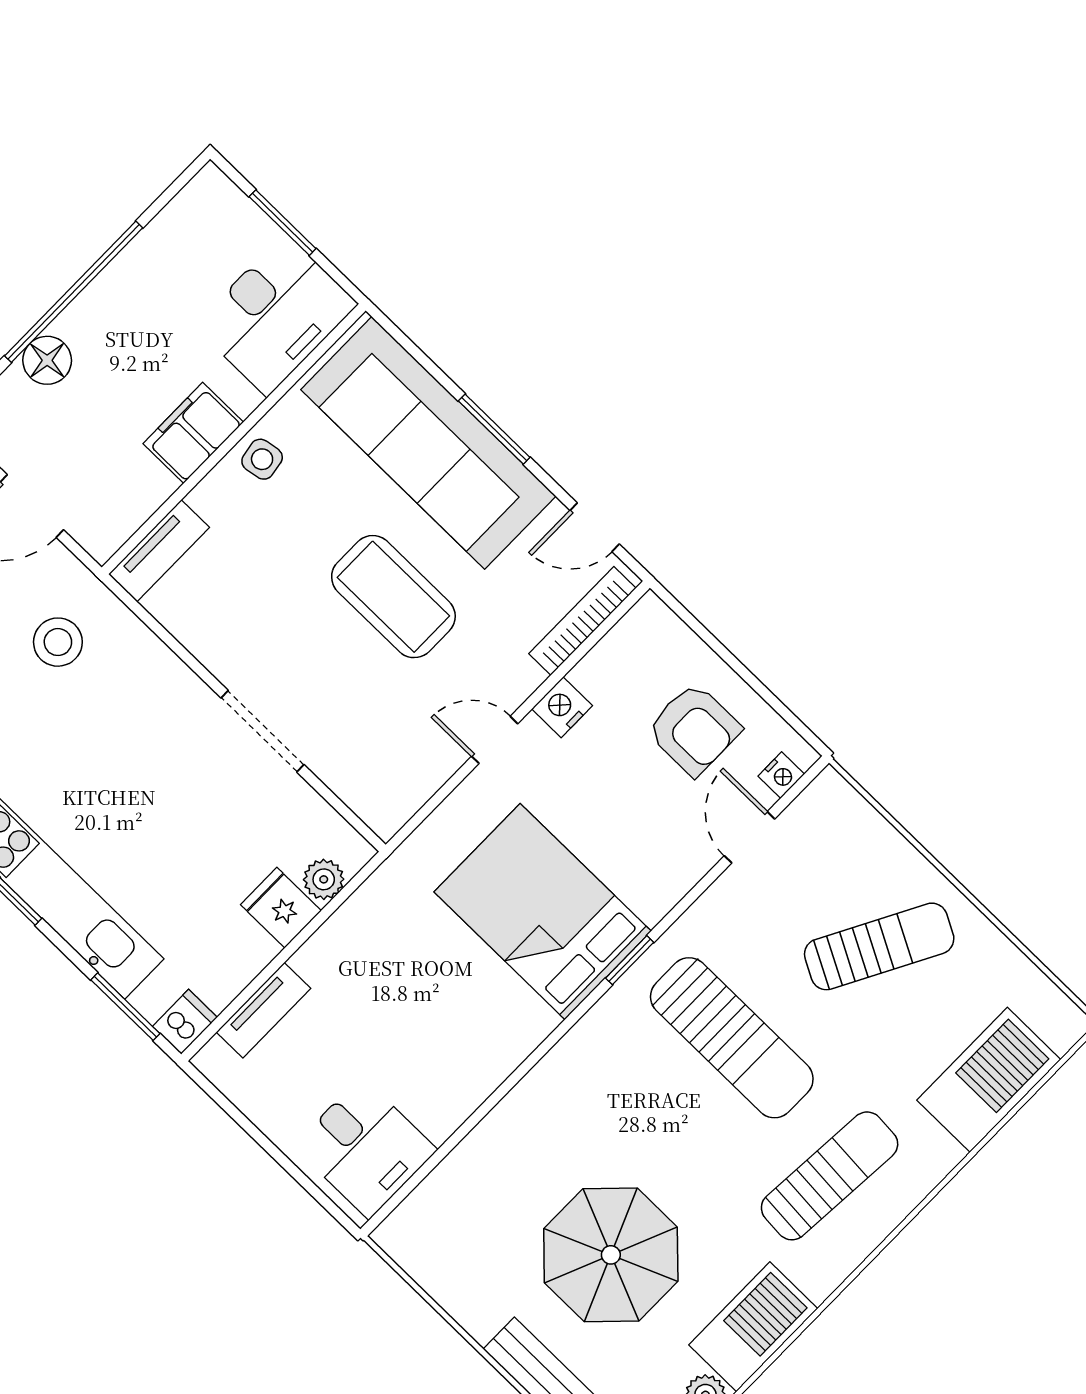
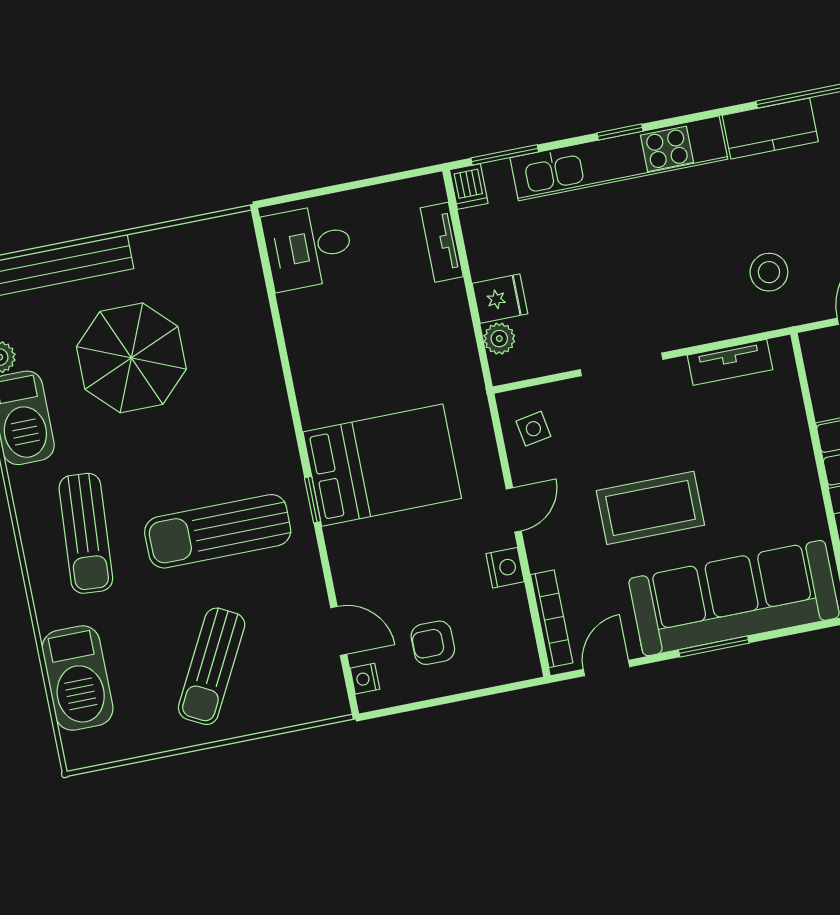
side table: (262, 459) -> (533, 429), moved
tv unit: (159, 551) -> (730, 362), moved, turned -90
armchair: (694, 729) -> (433, 643), width x0.72, depth x0.72

